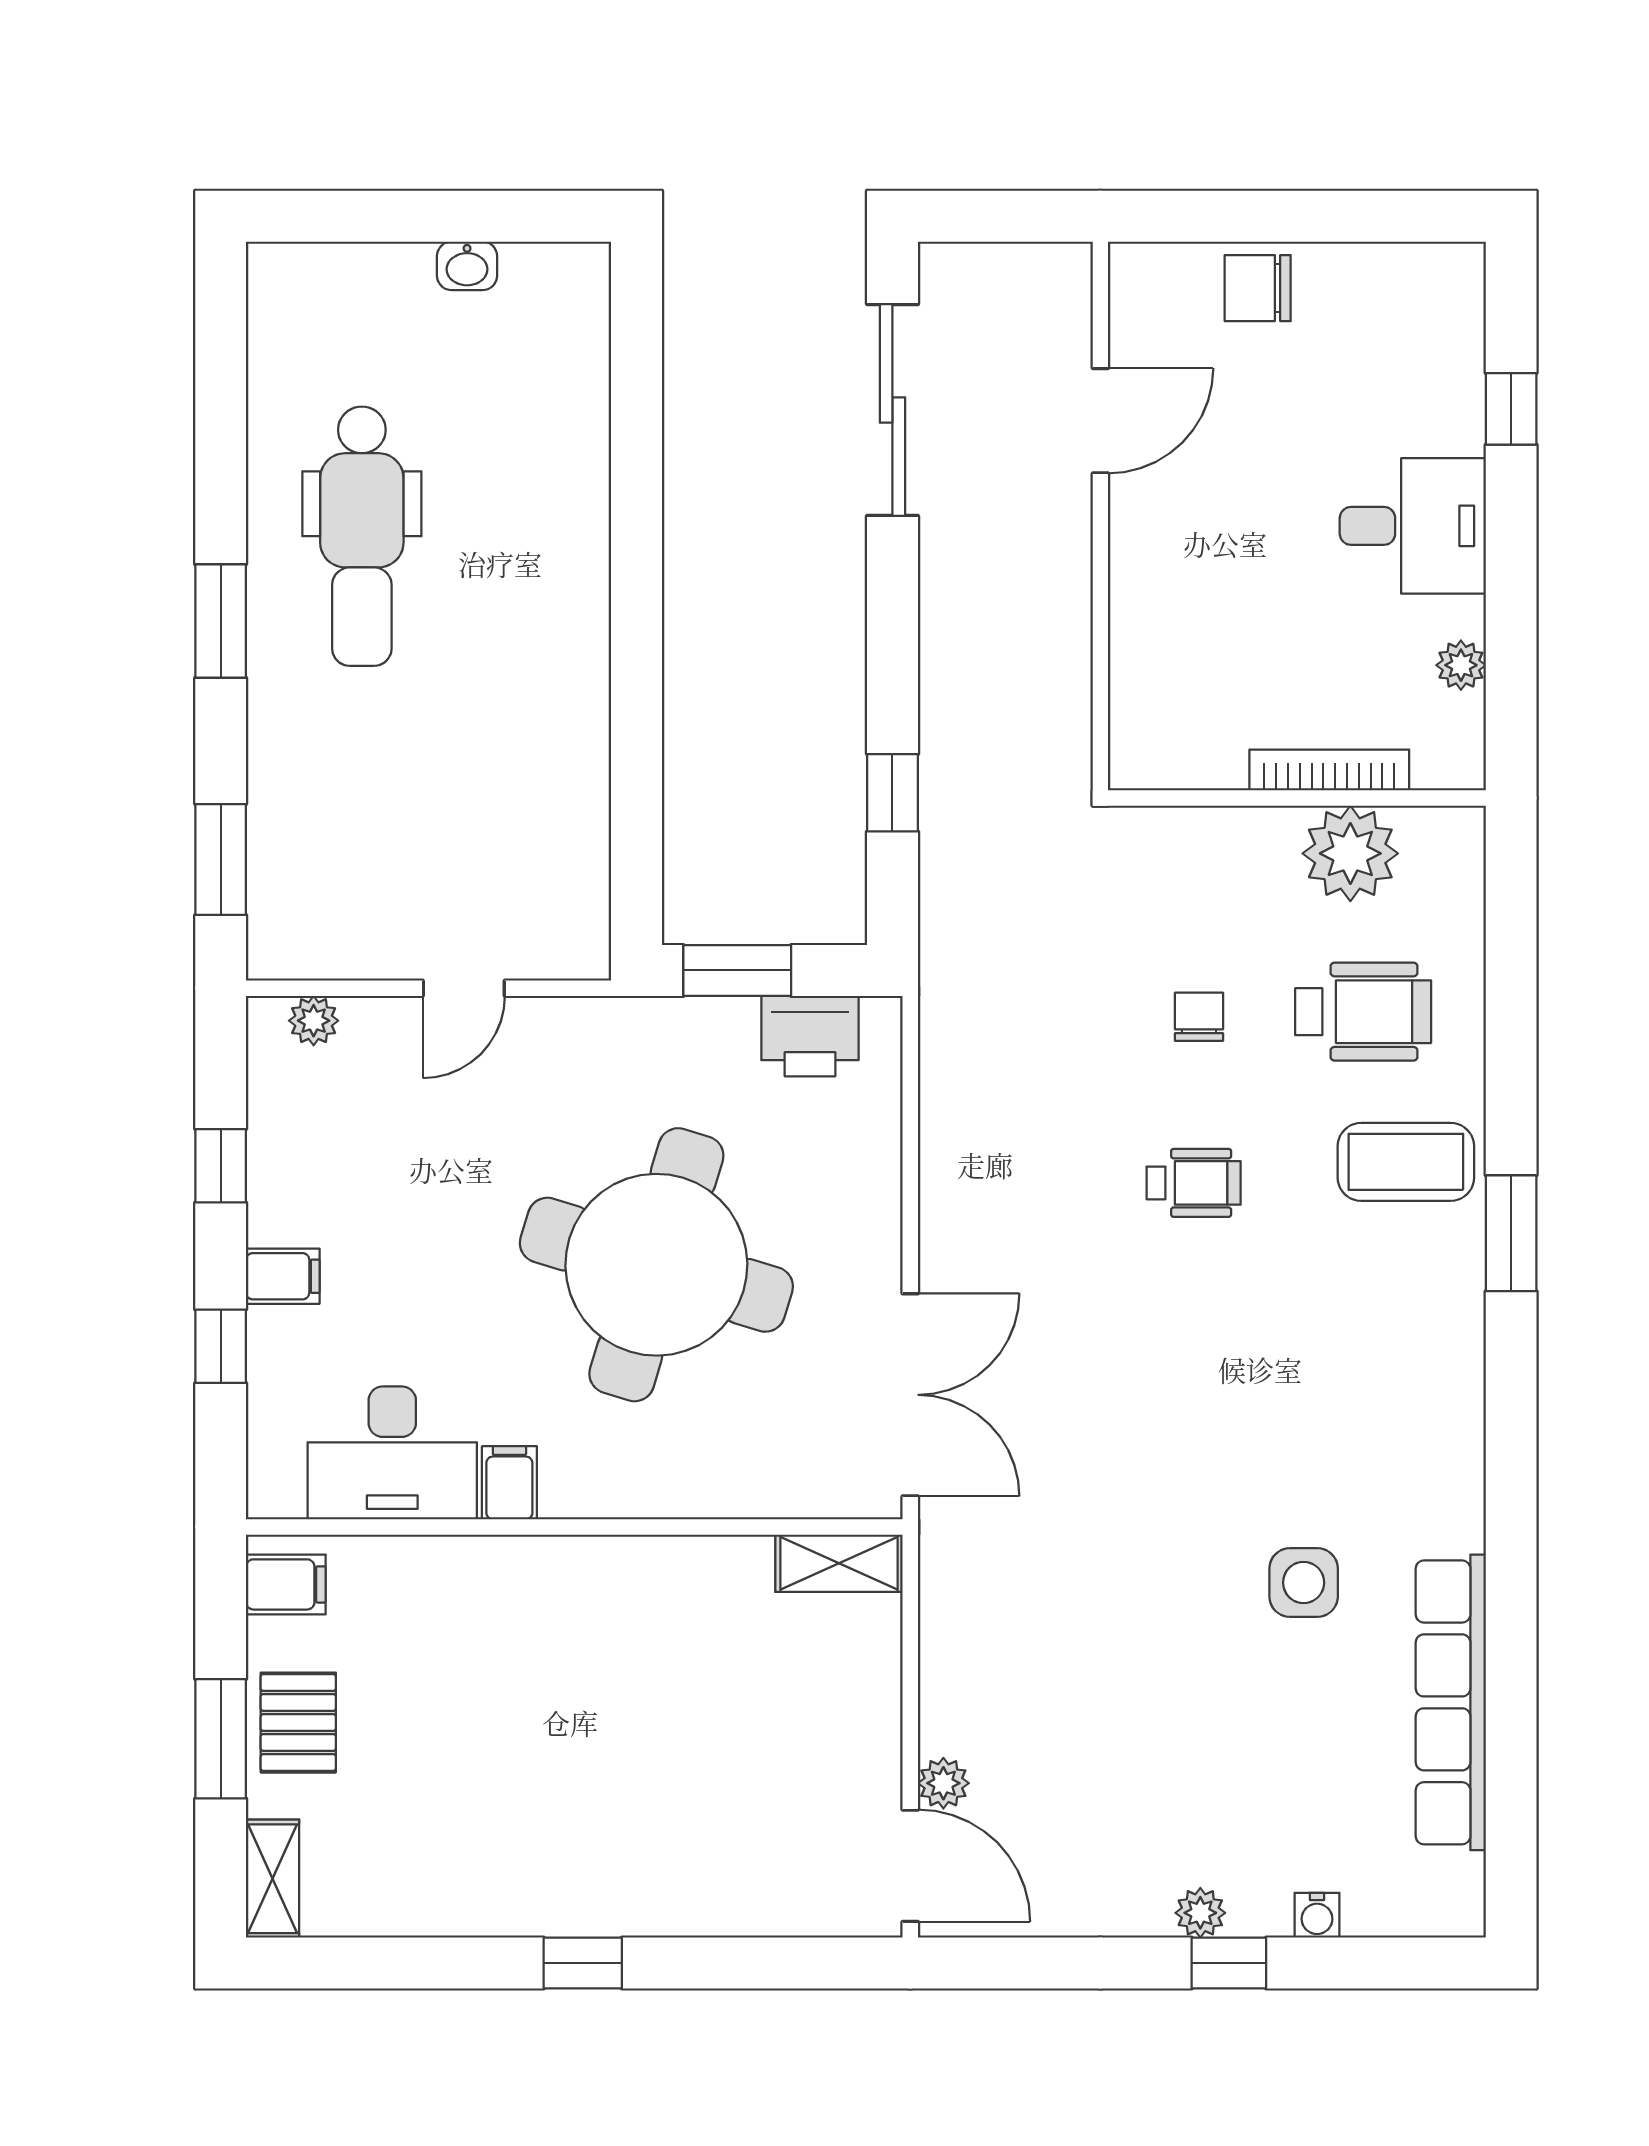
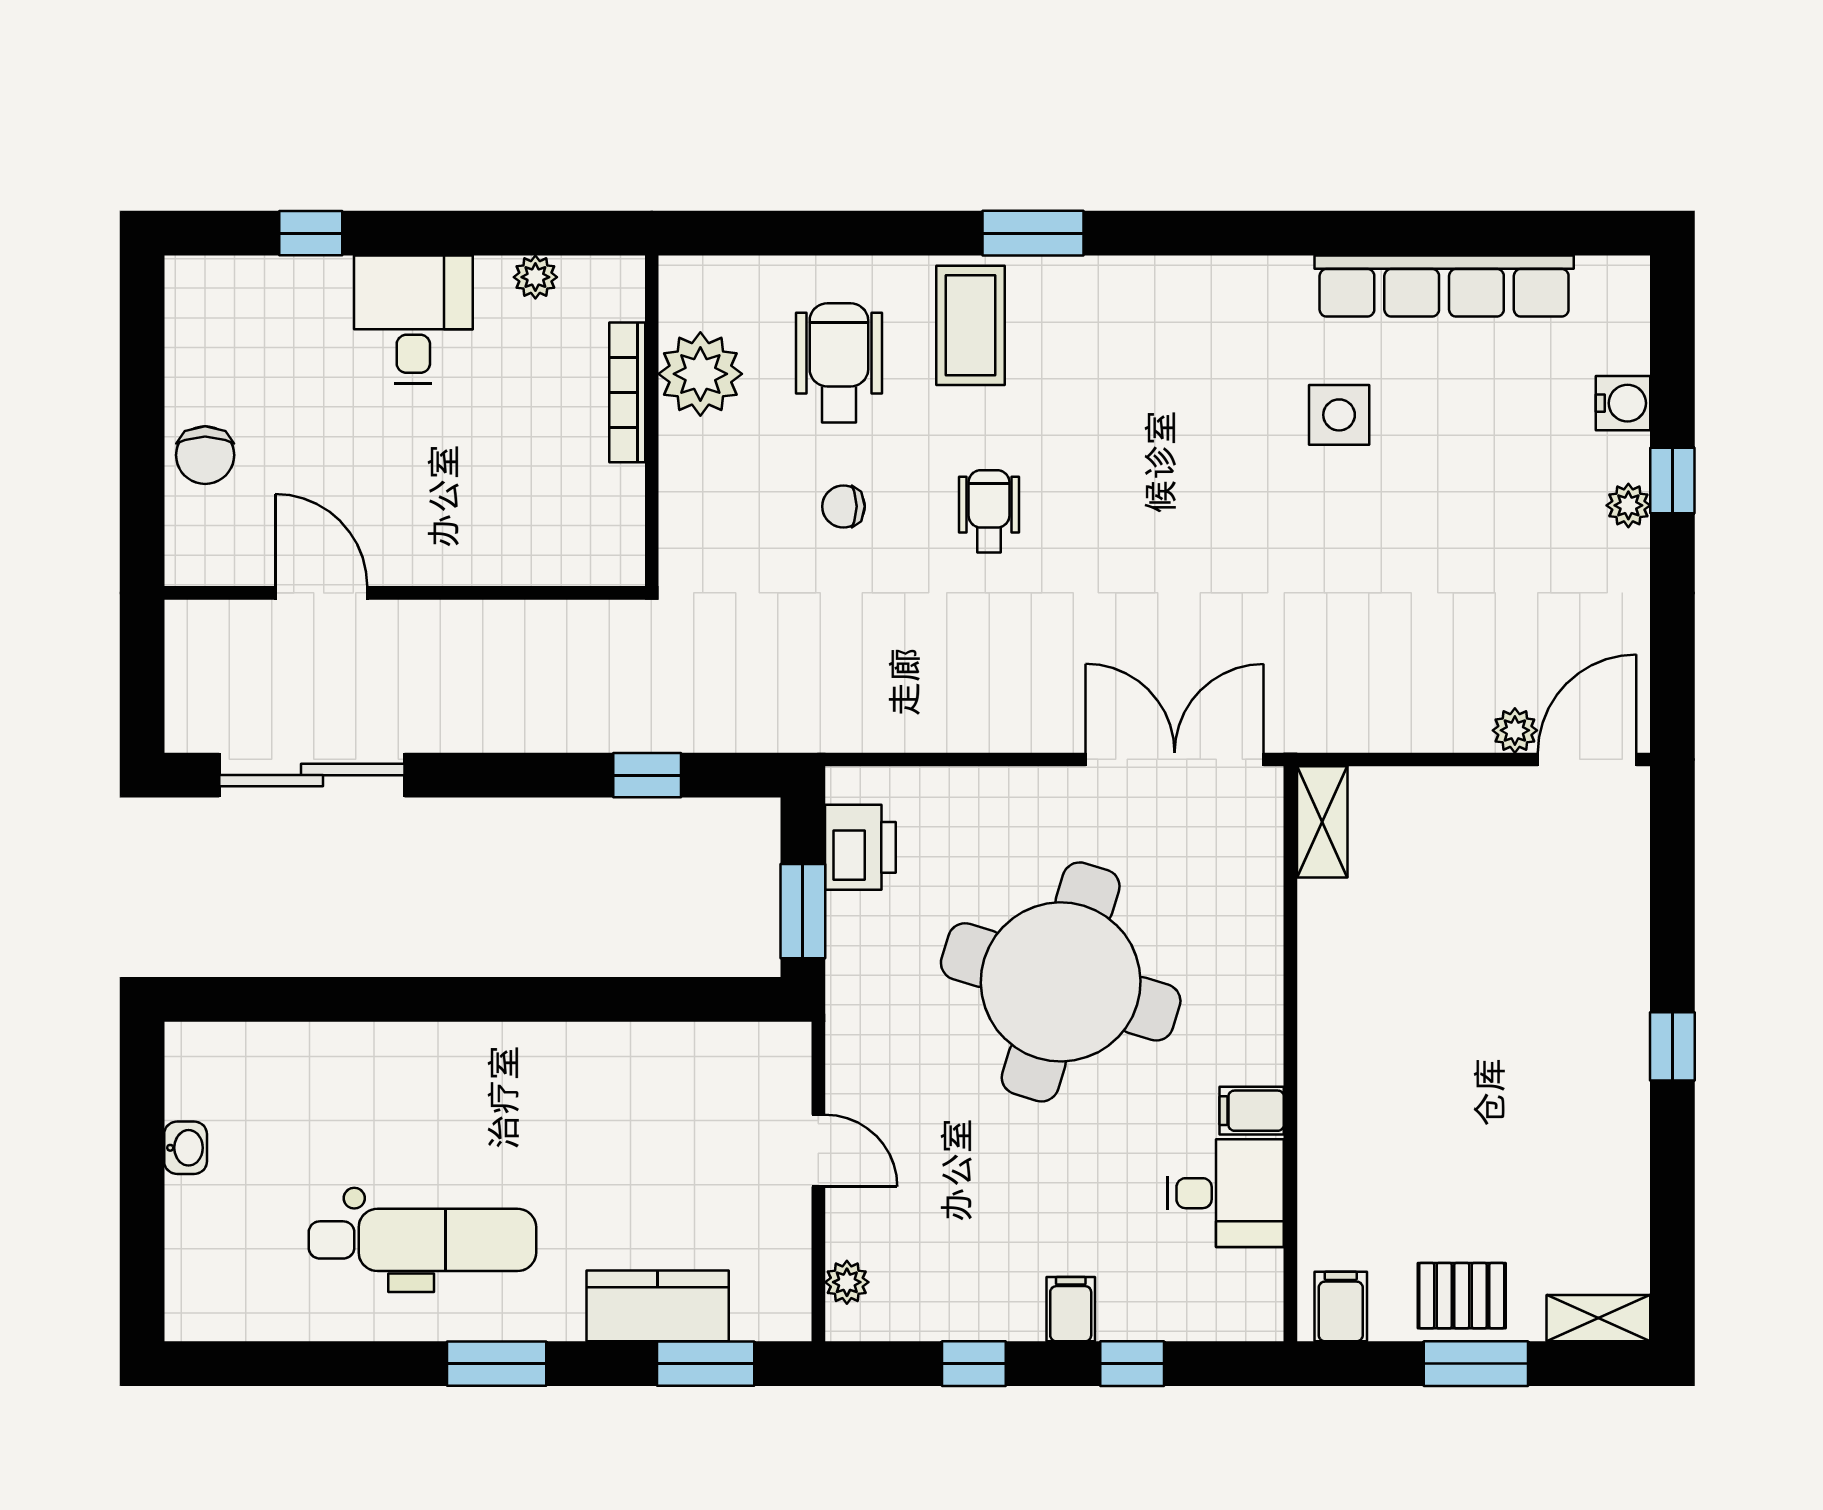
kitchen counter: (287, 805) -> (658, 1306), added
desk: (392, 1453) -> (1225, 1193), width x0.73
water cooler: (1317, 1915) -> (1623, 403), width x1.38, depth x1.38

